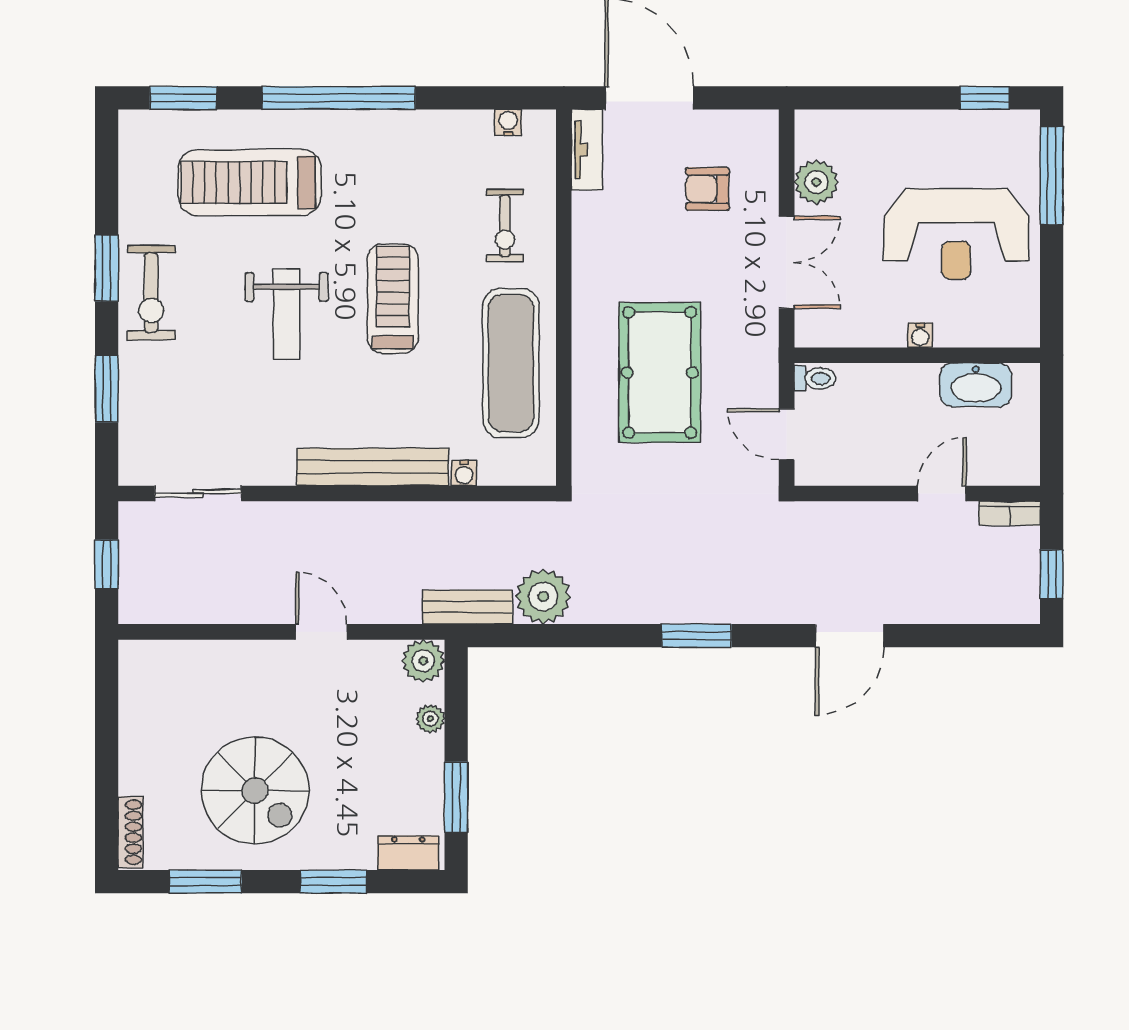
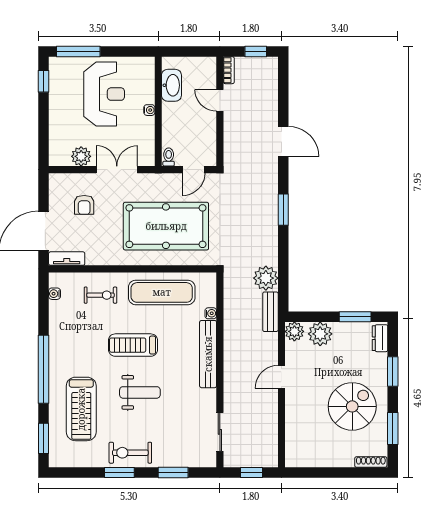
exercise bike: (151, 293) -> (130, 453), turned 180
pool table: (660, 372) -> (166, 226), width x1.36, depth x1.32
plant: (430, 719) -> (320, 334), width x1.87, depth x1.87

